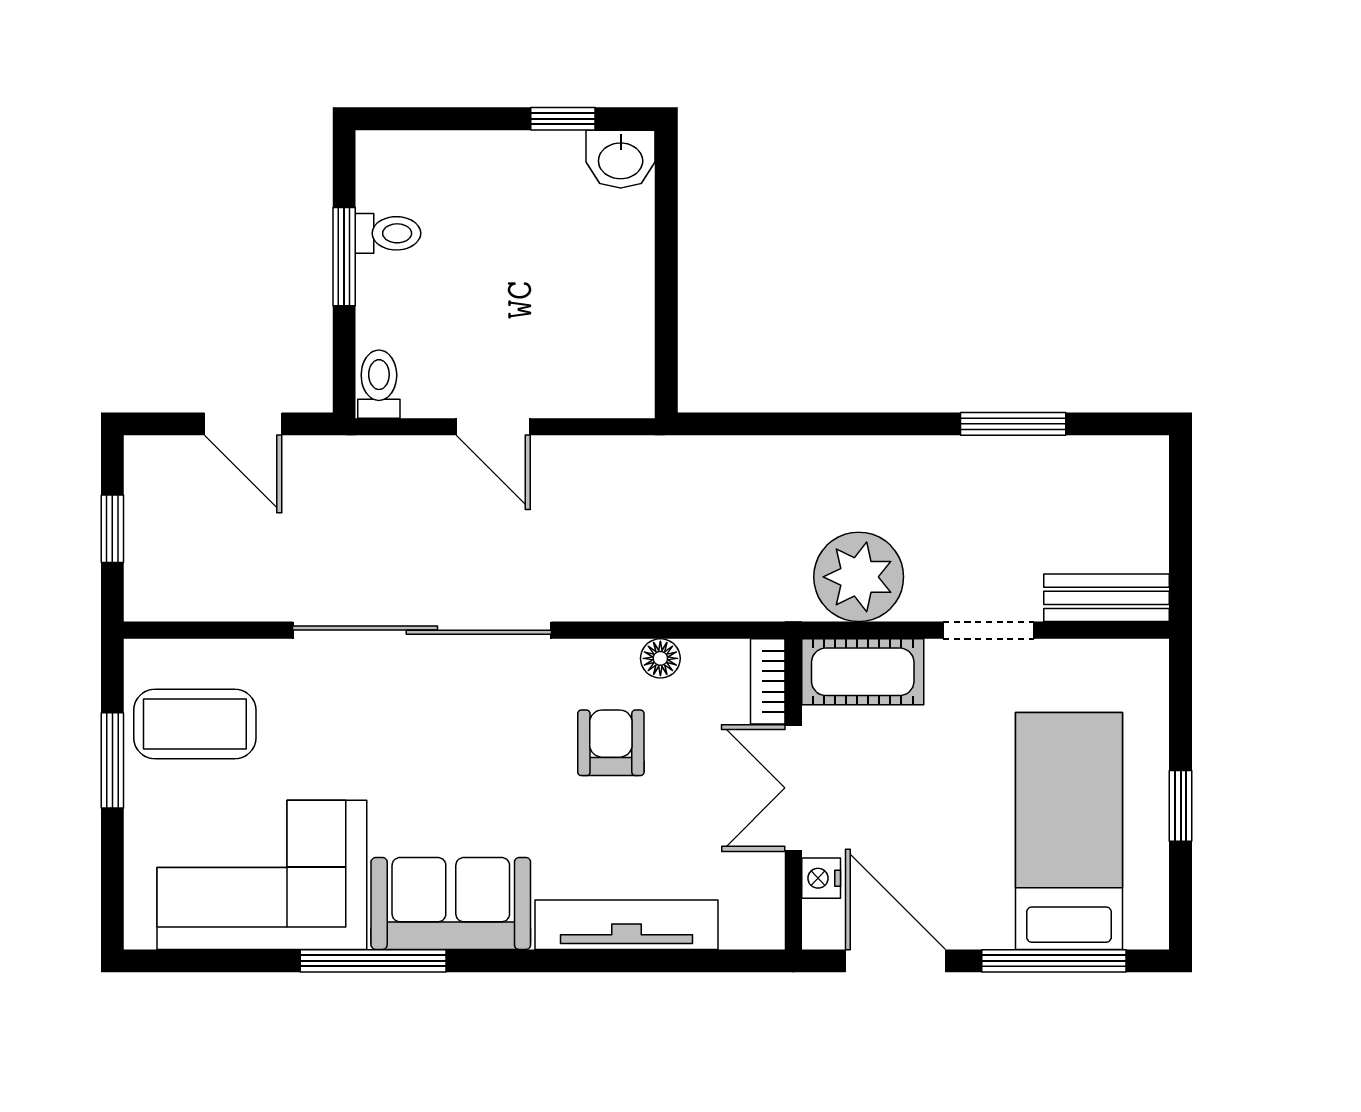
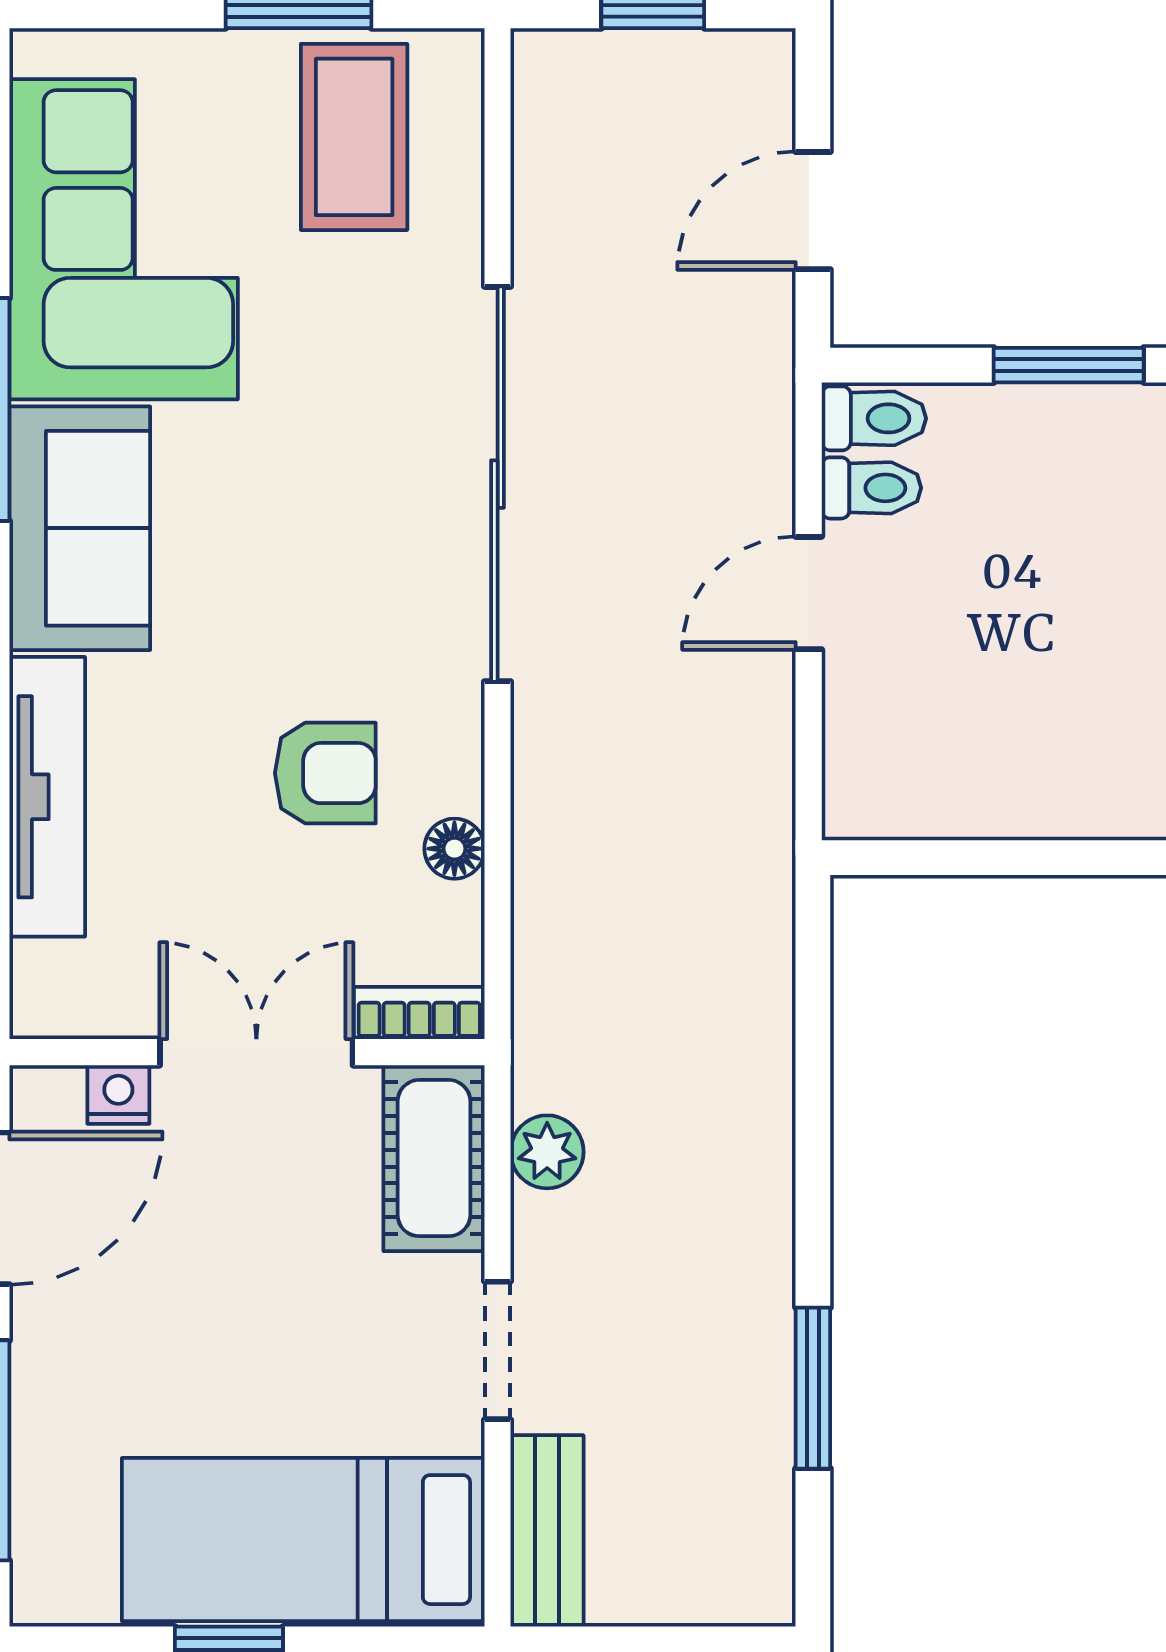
toilet: (388, 233) -> (871, 488), moved, turned -90
plant: (859, 577) -> (547, 1152), width x0.53, depth x0.53
bed: (1069, 831) -> (303, 1540), moved, turned 180

